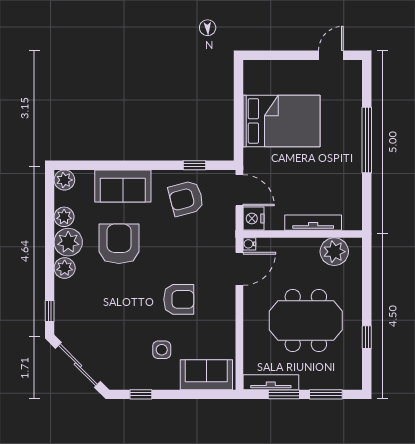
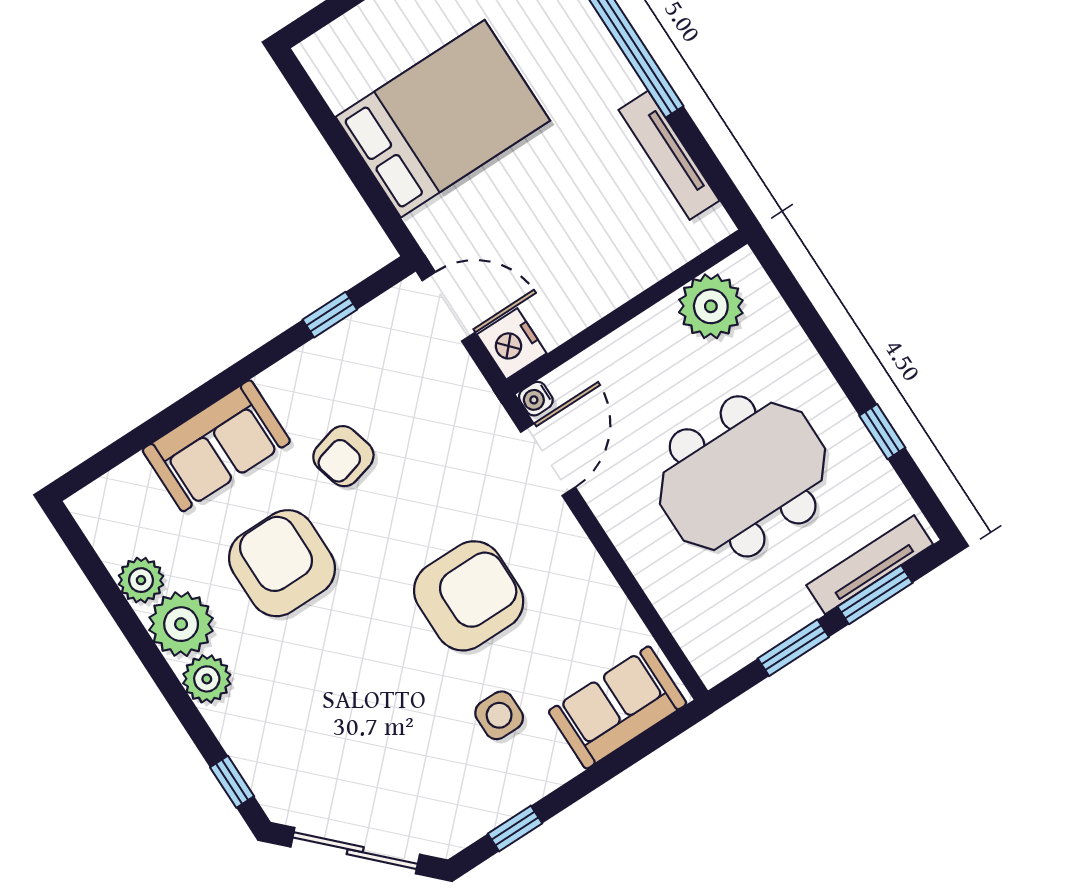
plant: (64, 180) -> (95, 508), removed
armchair: (186, 198) -> (343, 456), moved, width x0.72, depth x0.72
tv unit: (313, 223) -> (669, 155), moved, turned -90
armchair: (179, 299) -> (469, 596), width x1.36, depth x1.36
tv unit: (271, 382) -> (870, 565), moved

